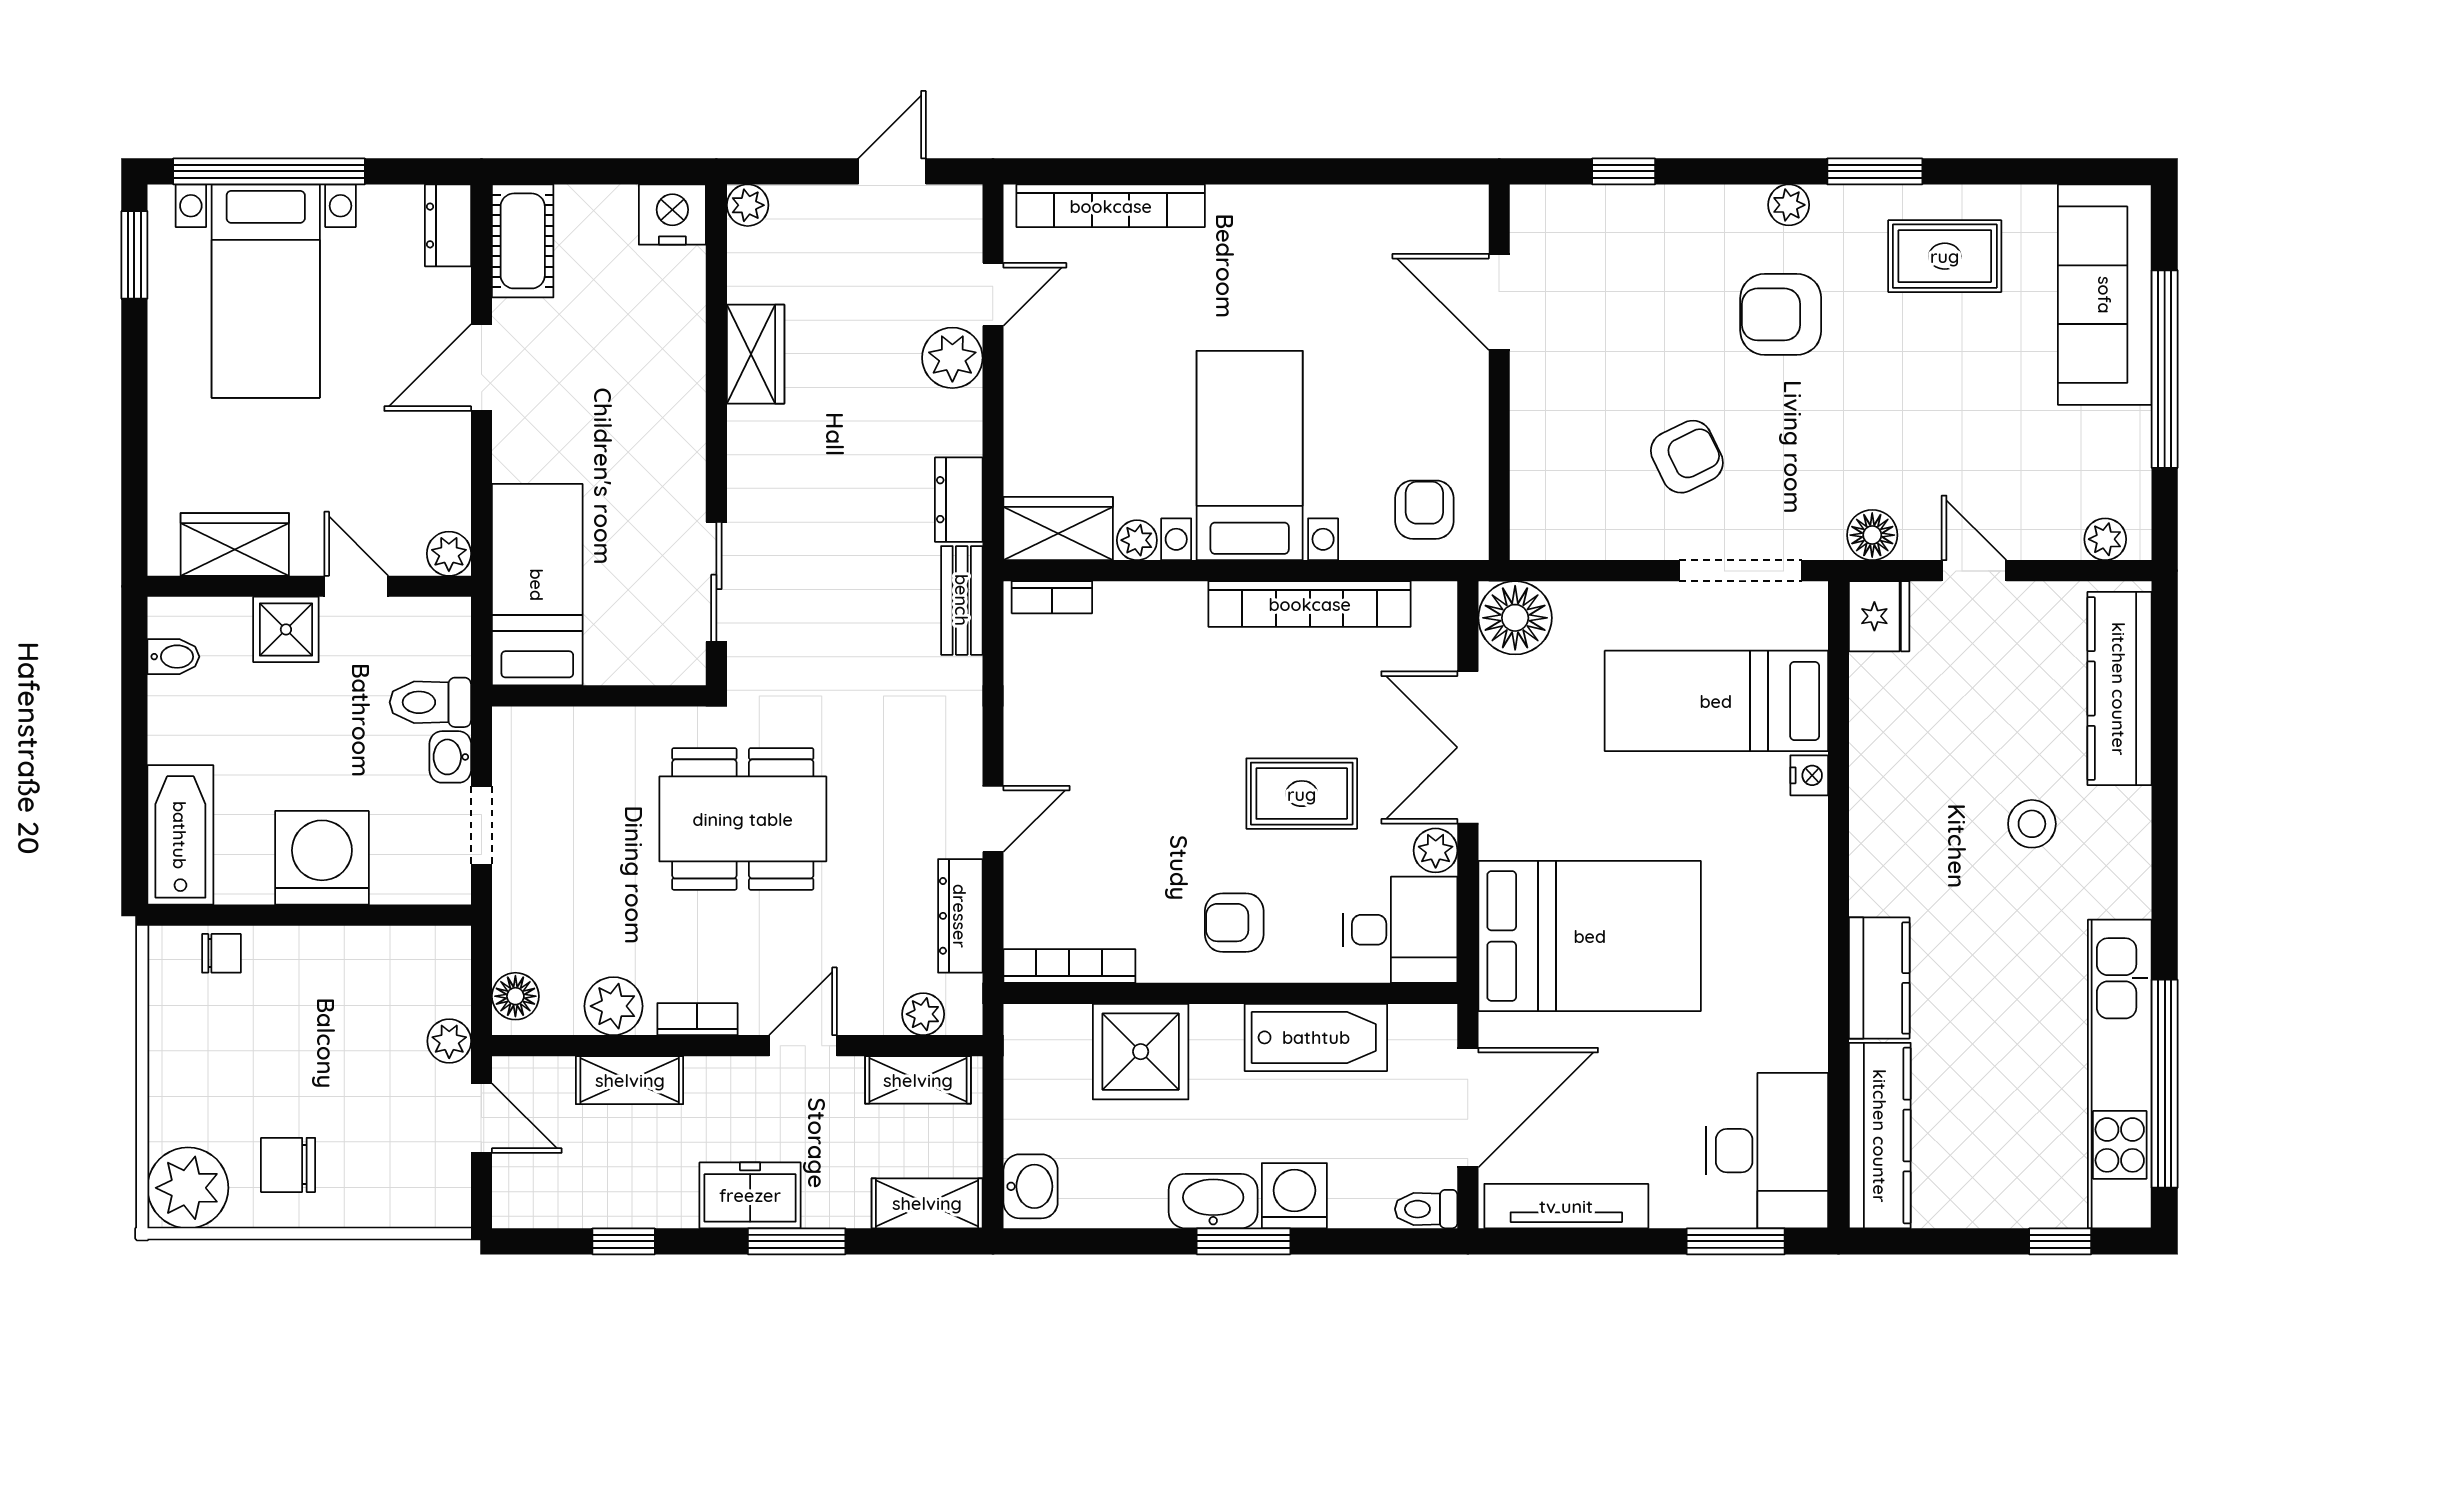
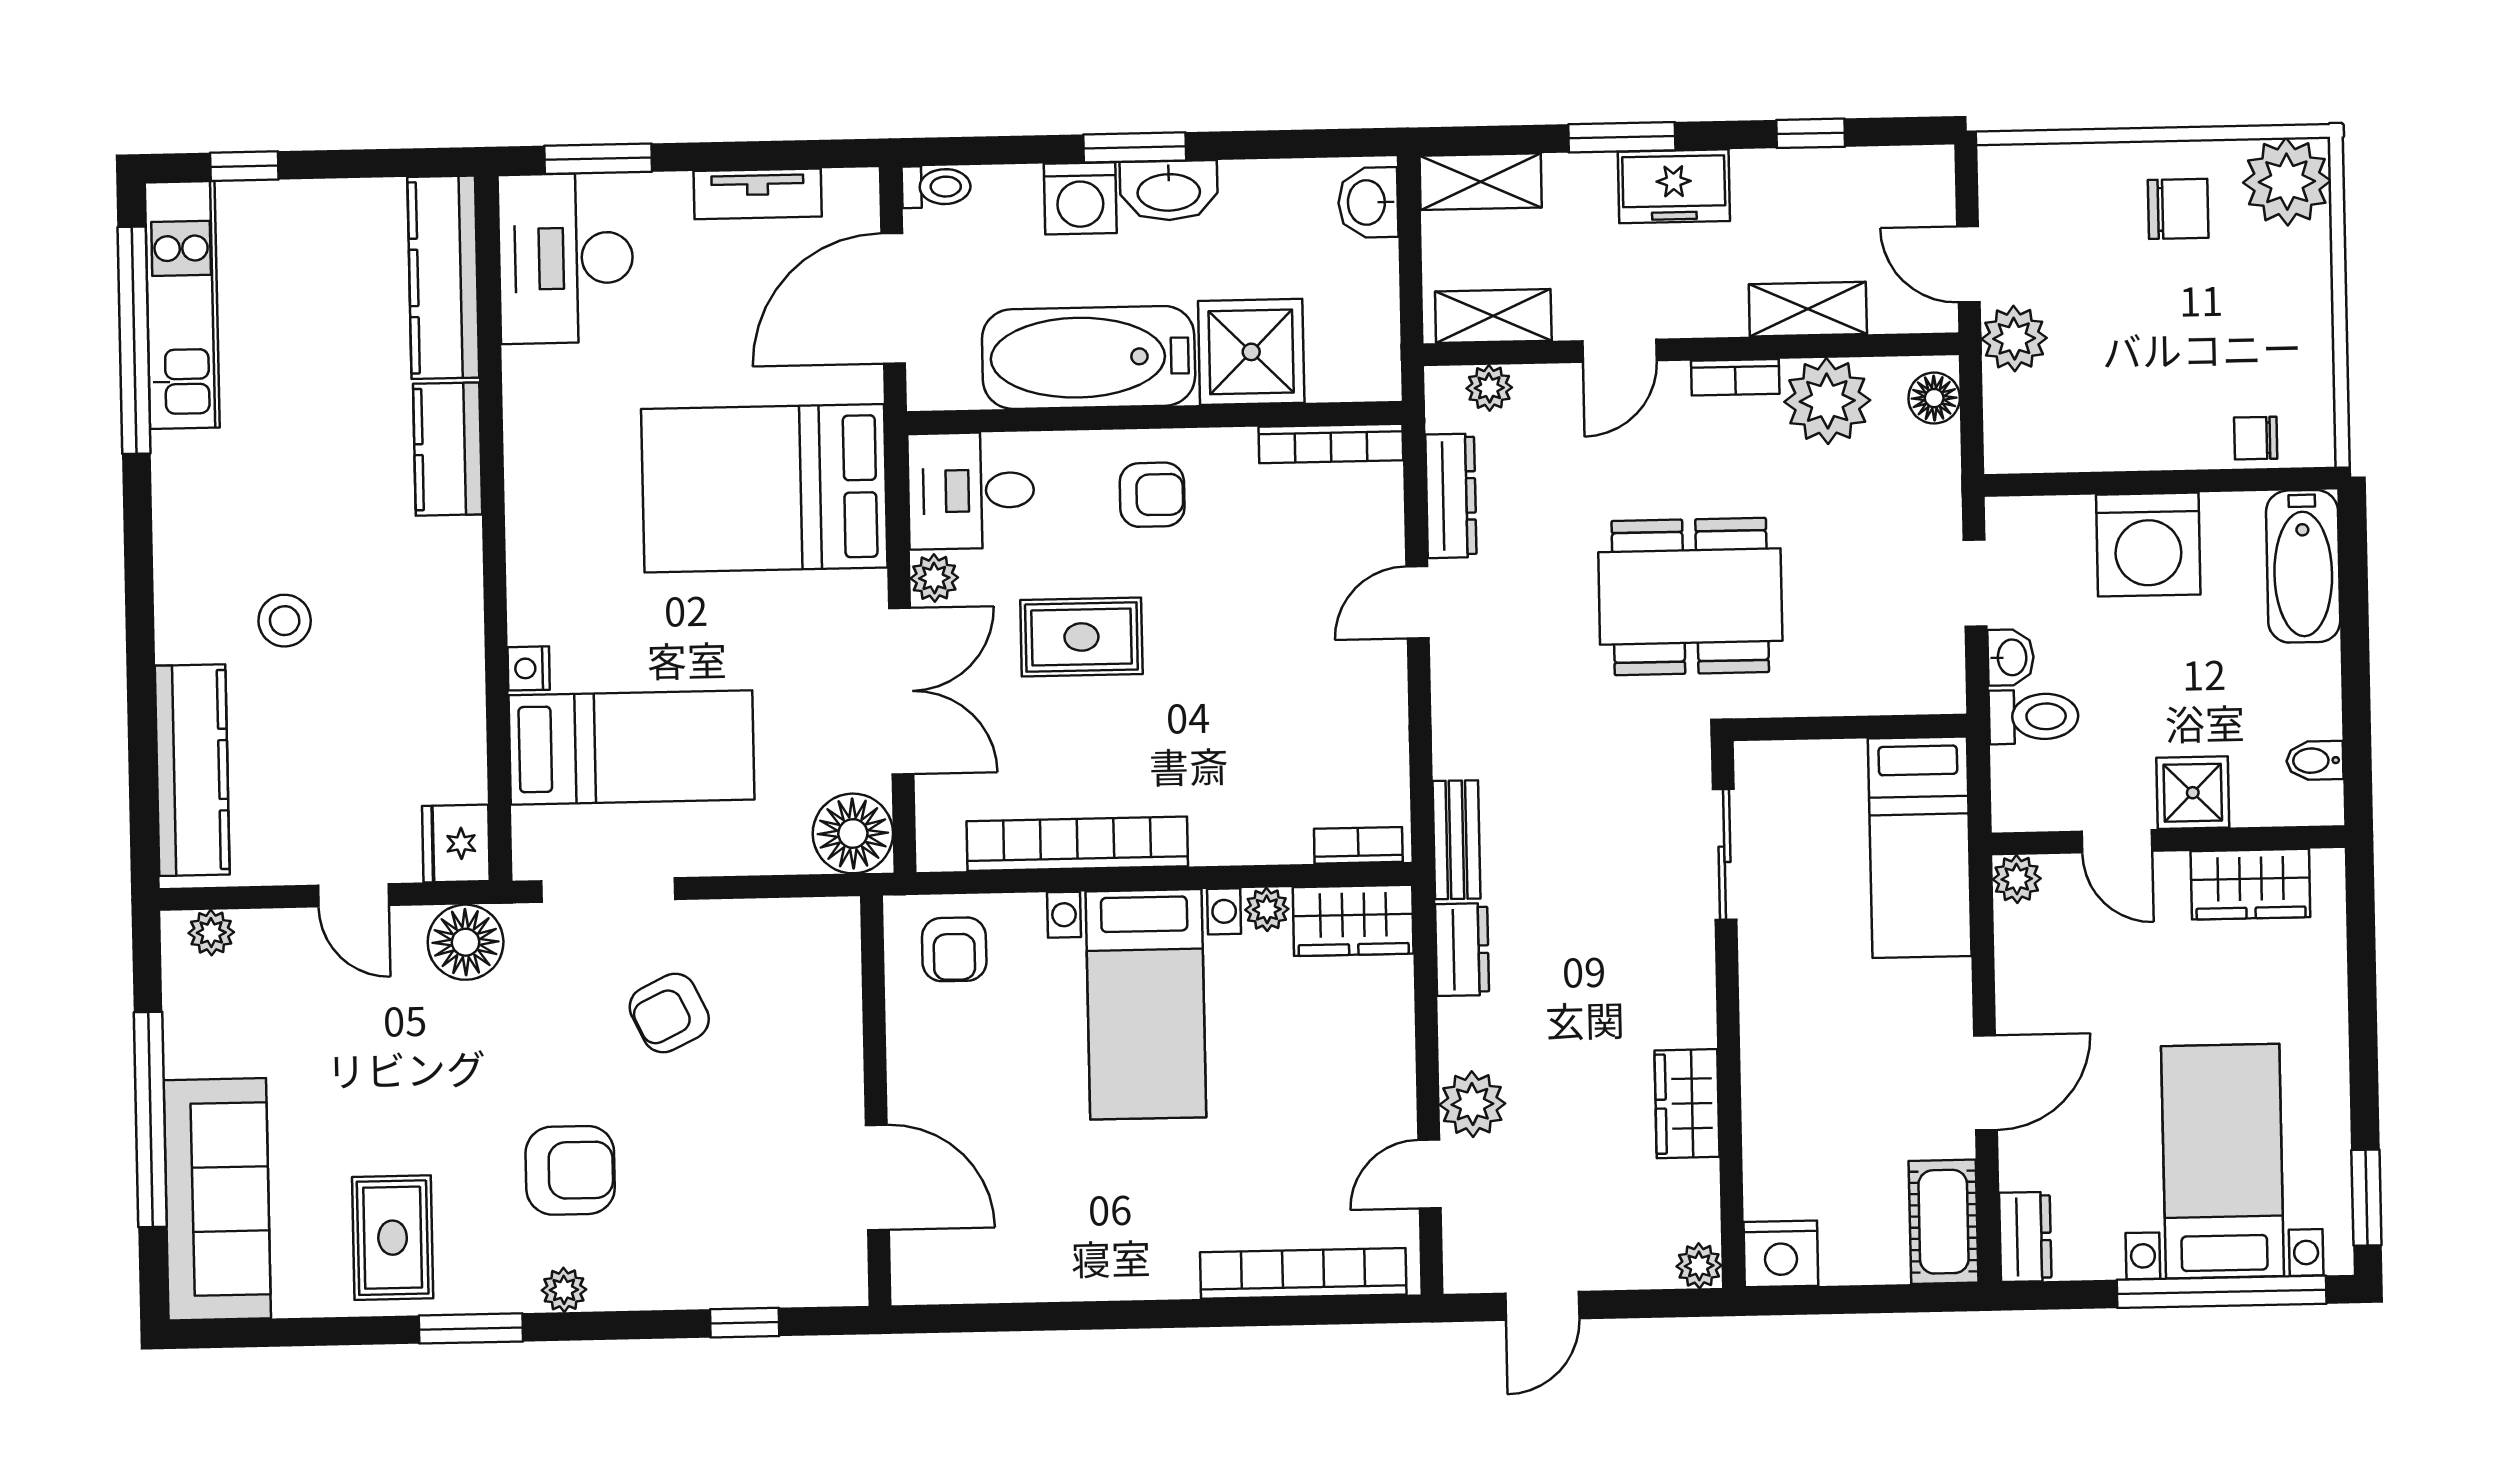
rug: (1945, 256) -> (393, 1238), turned 90
floor lamp: (1872, 535) -> (466, 942), width x1.38, depth x1.38
plant: (614, 1006) -> (1827, 401), width x1.36, depth x1.36
bathtub: (1316, 1037) -> (1089, 357), width x1.36, depth x1.36
plant: (449, 1041) -> (2014, 339), width x1.38, depth x1.38
kitchen unit: (2120, 1074) -> (182, 305), width x0.73
tv unit: (1566, 1206) -> (758, 194), width x0.71

